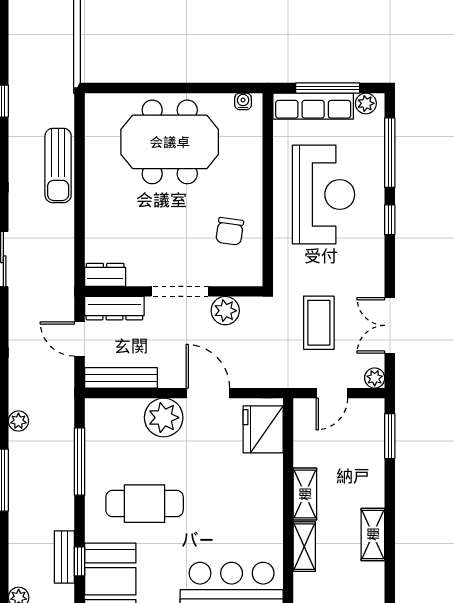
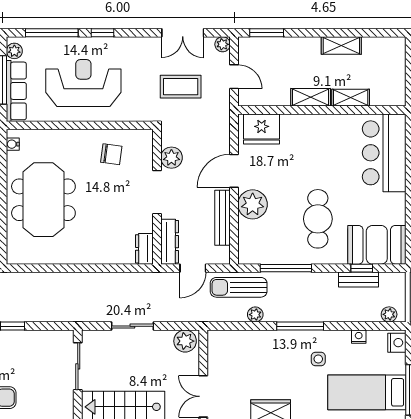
sun lounger: (58, 166) -> (239, 287), moved, turned 180
bench: (121, 378) -> (222, 218), moved

